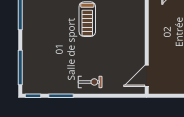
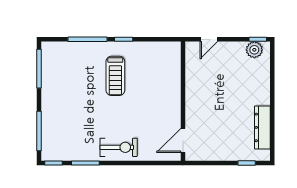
exercise bike: (90, 82) -> (119, 147), width x1.38, depth x1.39

